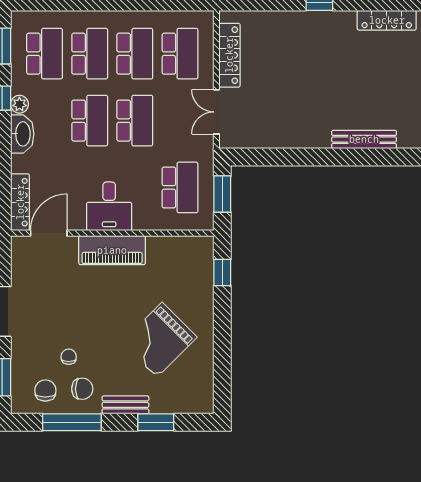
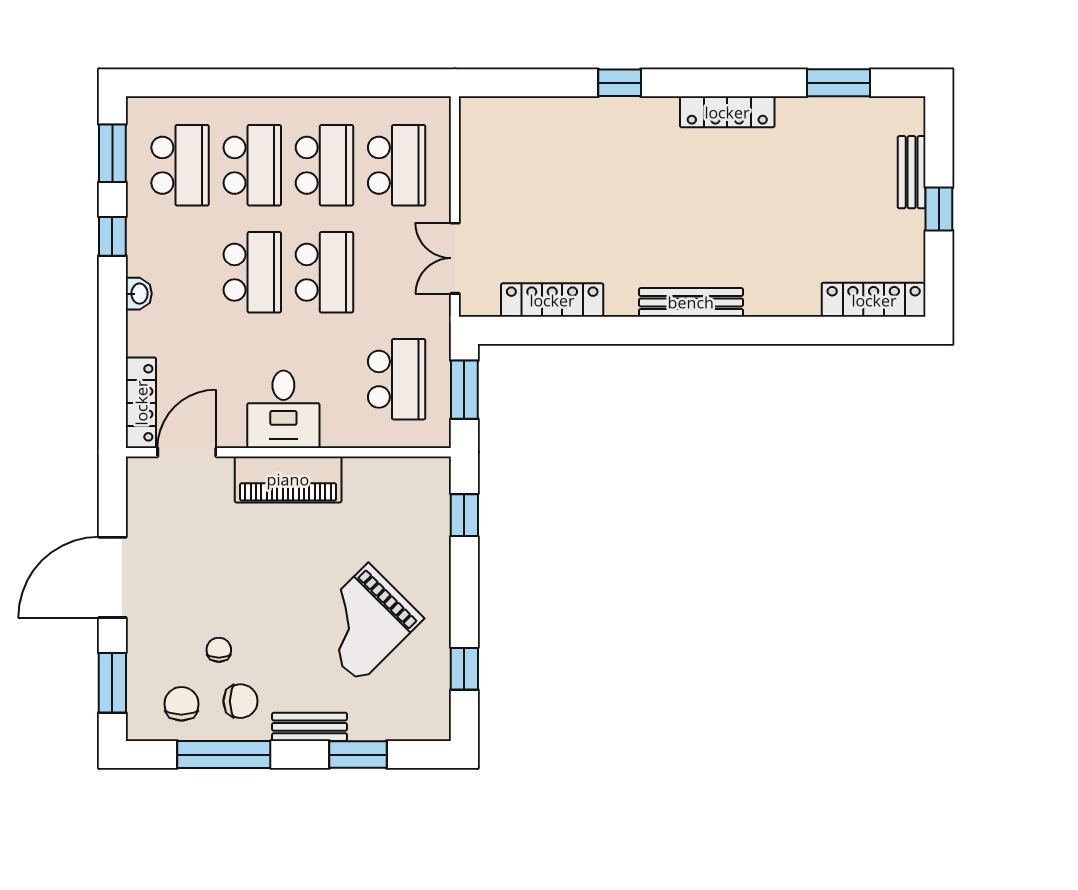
locker: (229, 55) -> (552, 300), moved, turned -90
plant: (19, 104) -> (140, 246), removed
washbasin: (22, 134) -> (139, 294), width x0.52, depth x0.69
window: (222, 368) -> (464, 669), added

